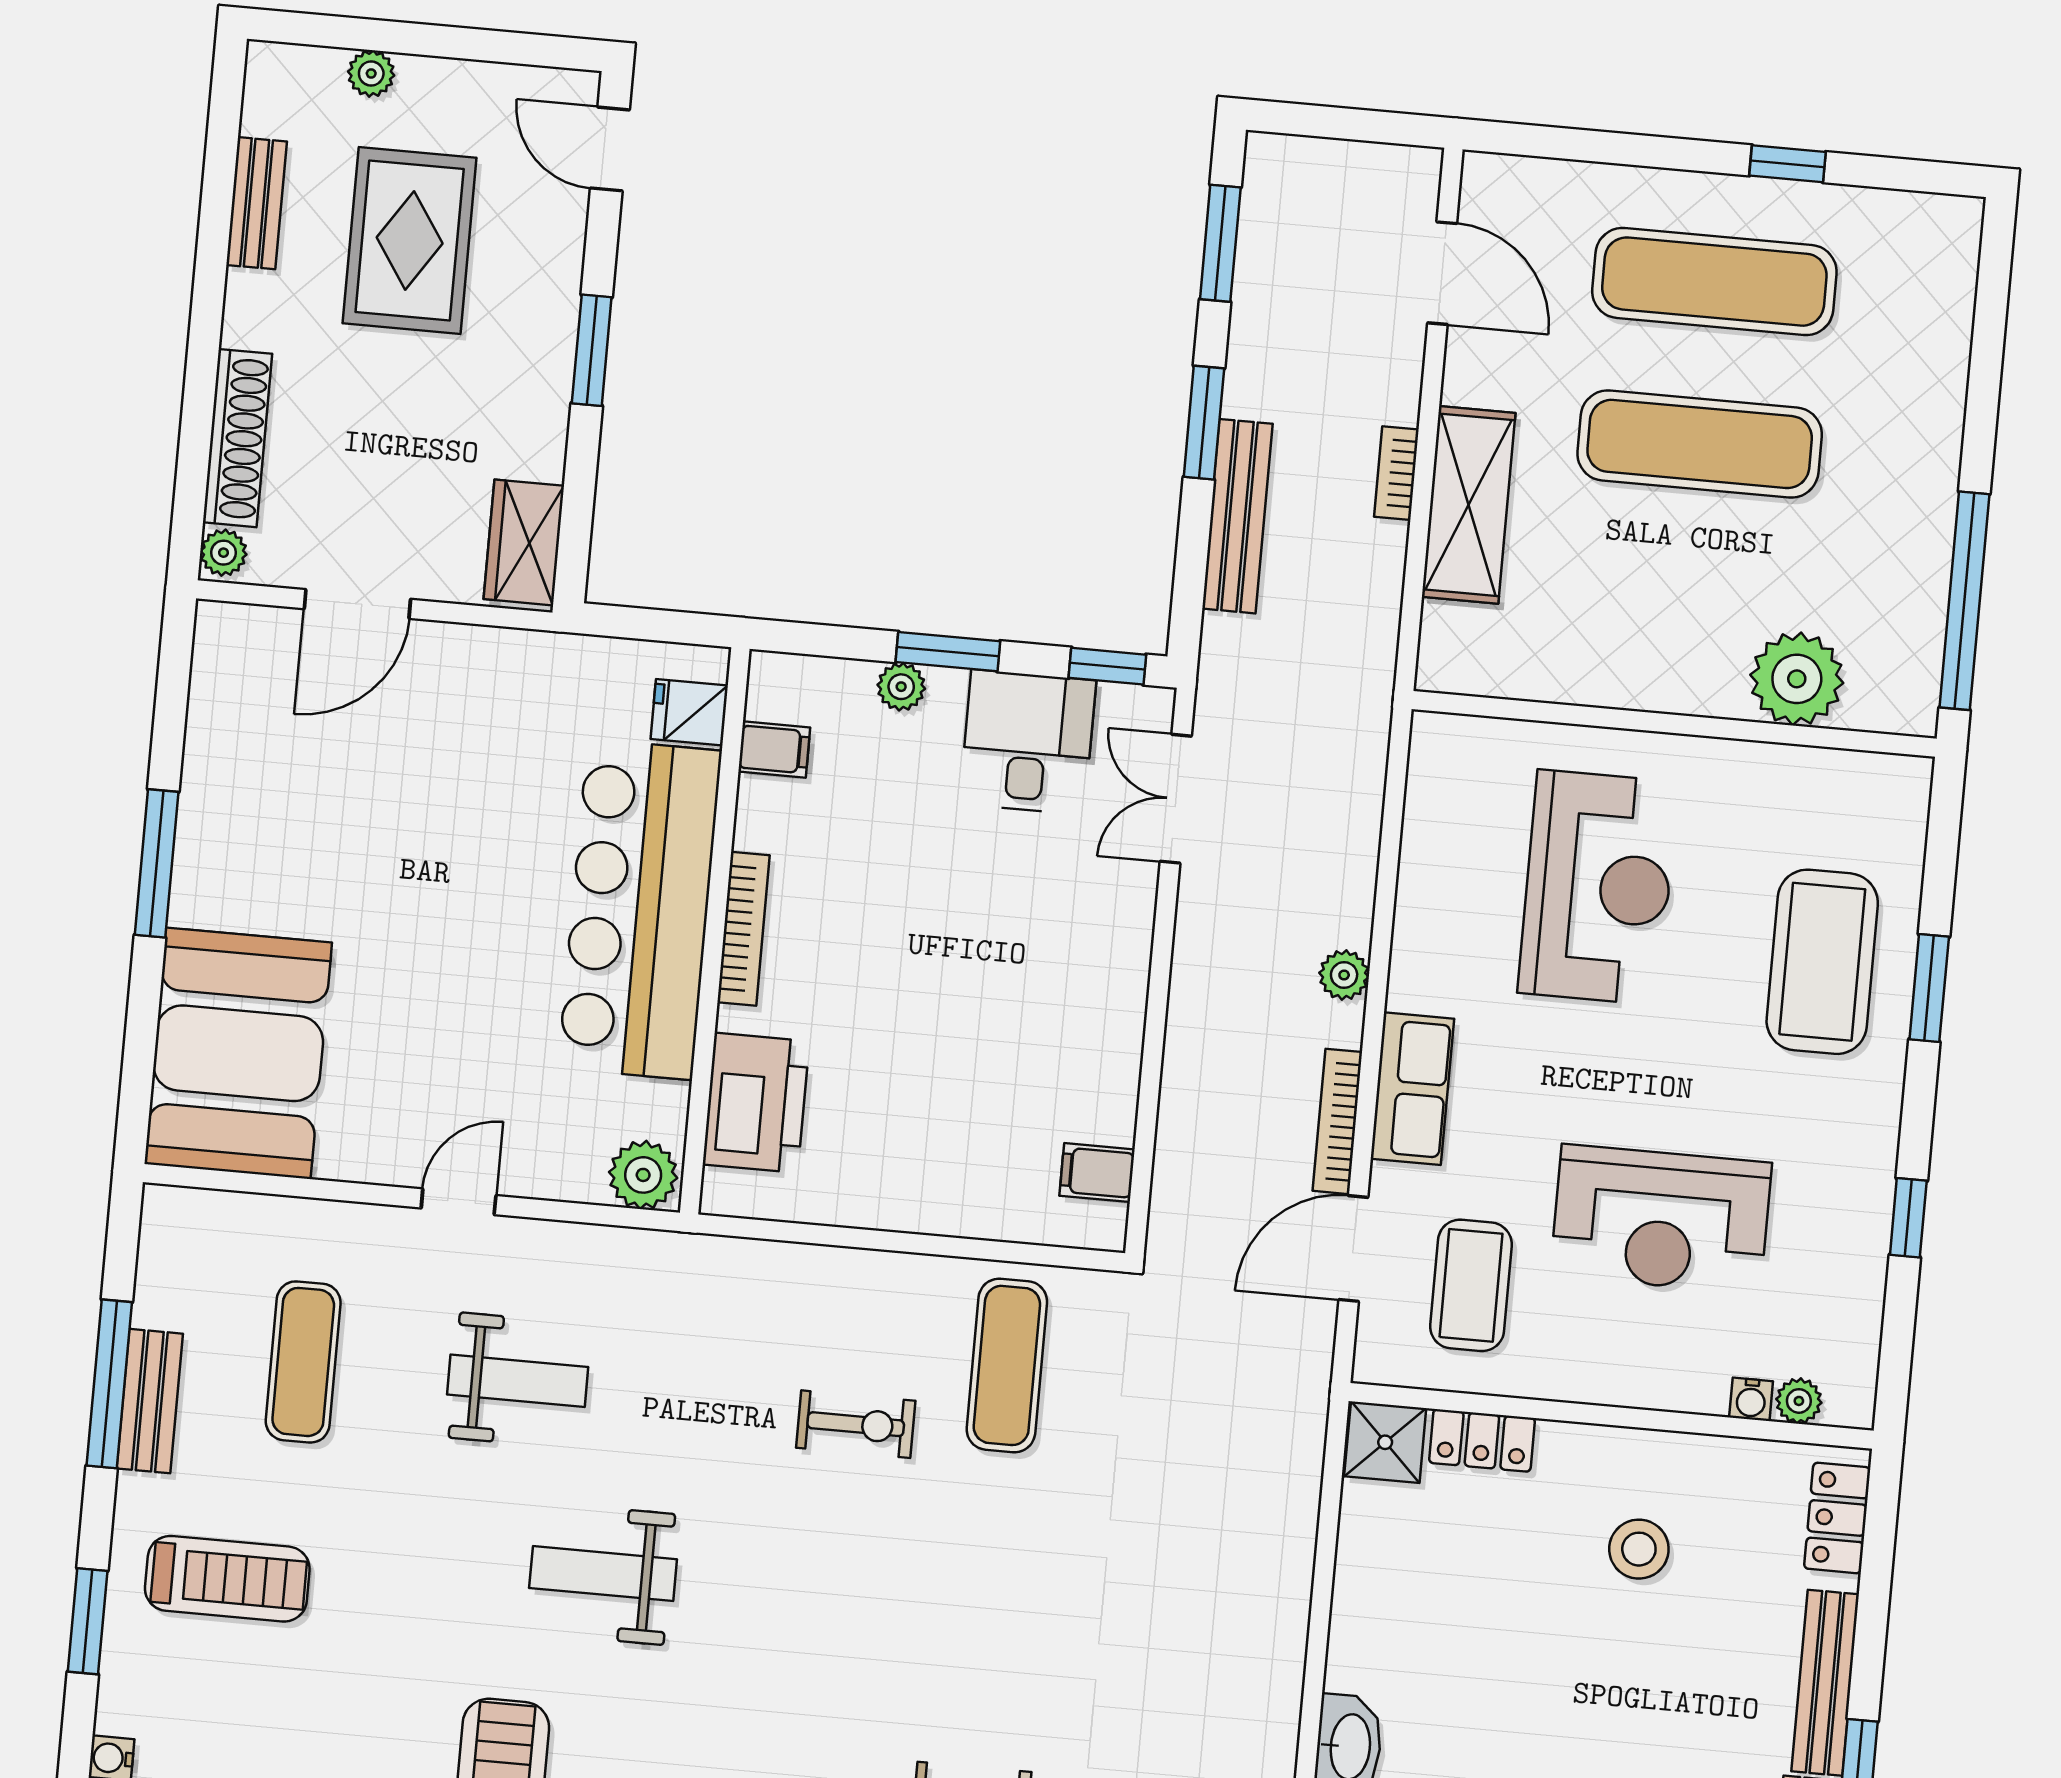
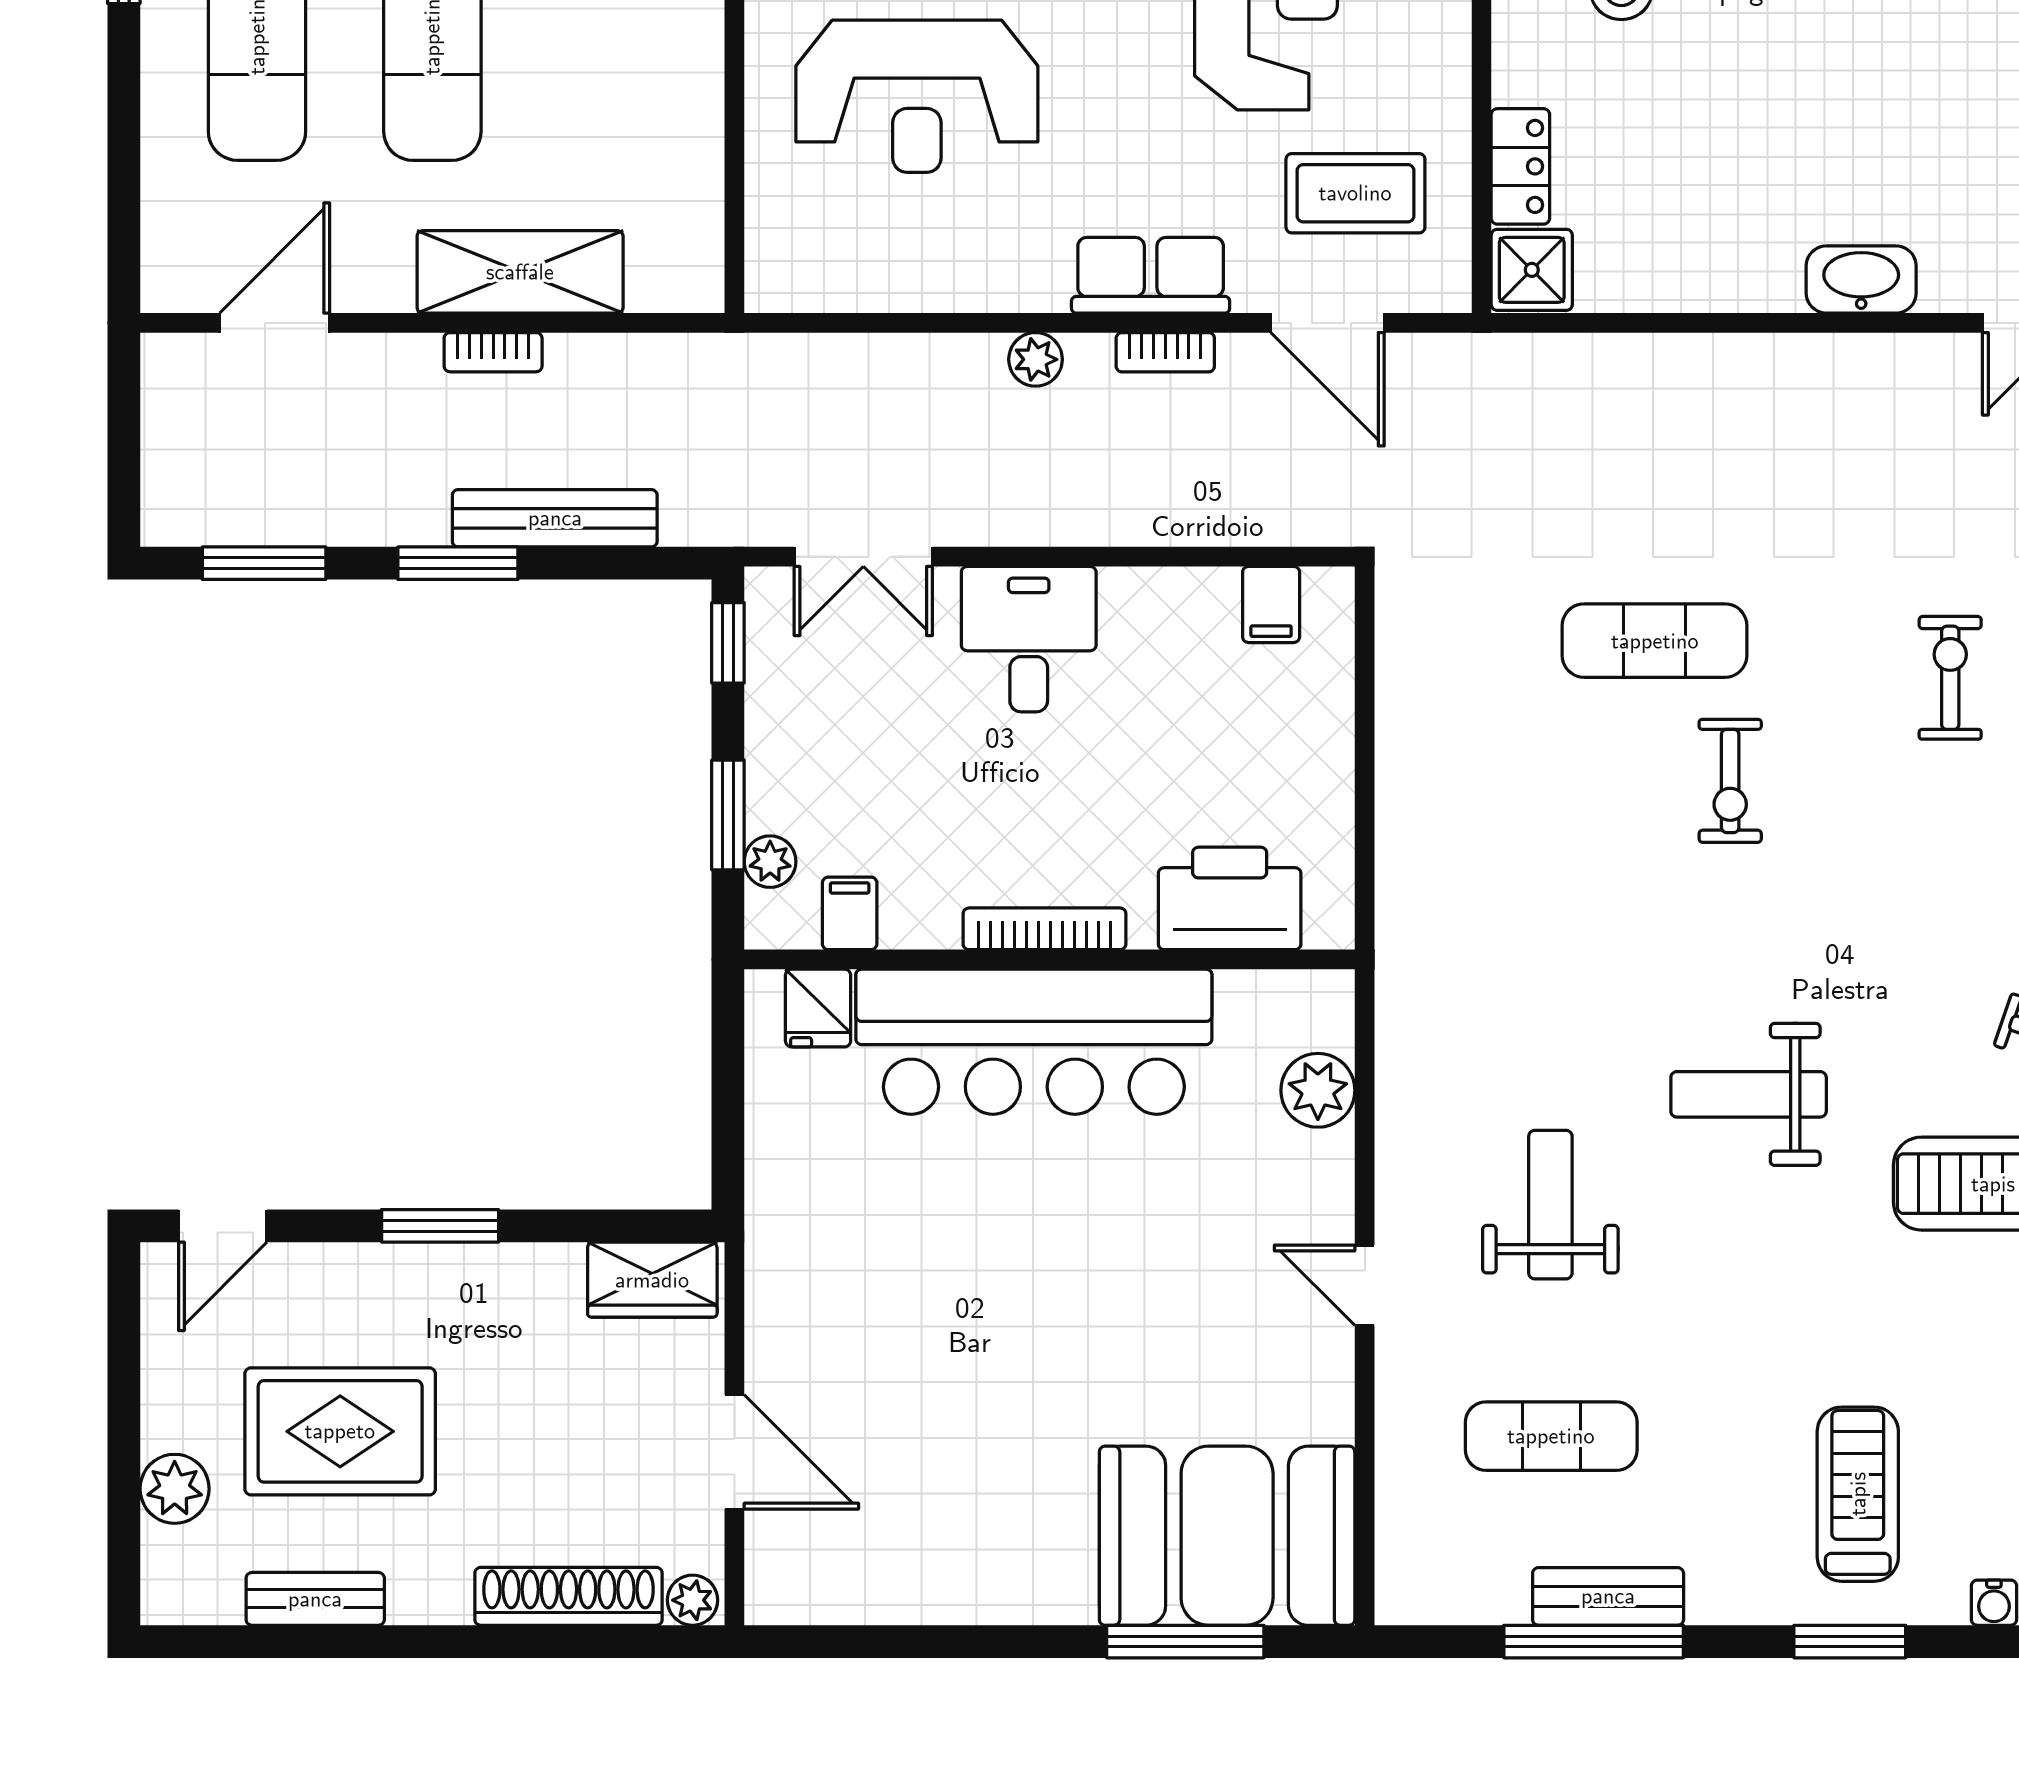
plant: (371, 73) -> (175, 1489), width x1.38, depth x1.38
fridge: (689, 712) -> (818, 1008), moved
desk: (1028, 742) -> (1029, 639), moved, turned 90
filing cabinet: (774, 750) -> (850, 913), moved
window: (157, 863) -> (1185, 1642), moved
reception desk: (1598, 887) -> (917, 96), turned 180
bar counter: (640, 909) -> (1034, 1042), moved
bookcase: (744, 929) -> (1045, 929), moved
wall: (715, 931) -> (1050, 959), moved
printer: (756, 1103) -> (1230, 898), moved
bookcase: (1337, 1121) -> (1165, 352), width x0.64
exercise mat: (1007, 1365) -> (1655, 641), moved
exercise bike: (856, 1424) -> (1730, 781), moved, turned 180
weight bench: (603, 1574) -> (1749, 1094), turned 90
treadmill: (227, 1579) -> (1858, 1494), moved

